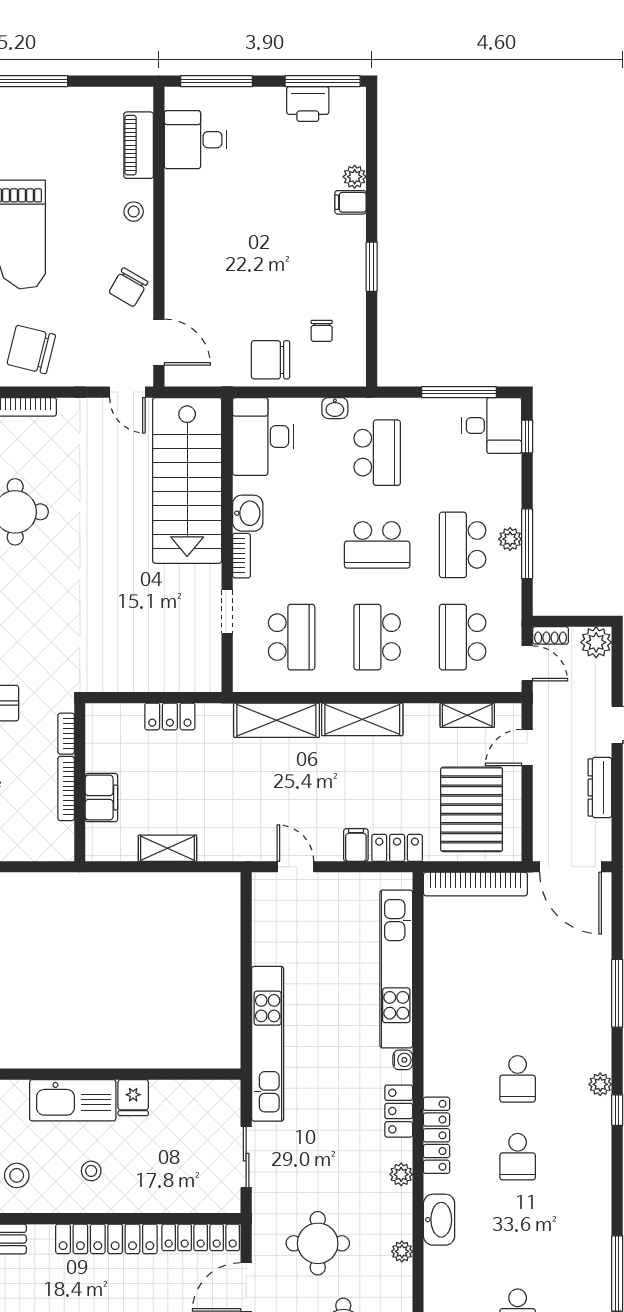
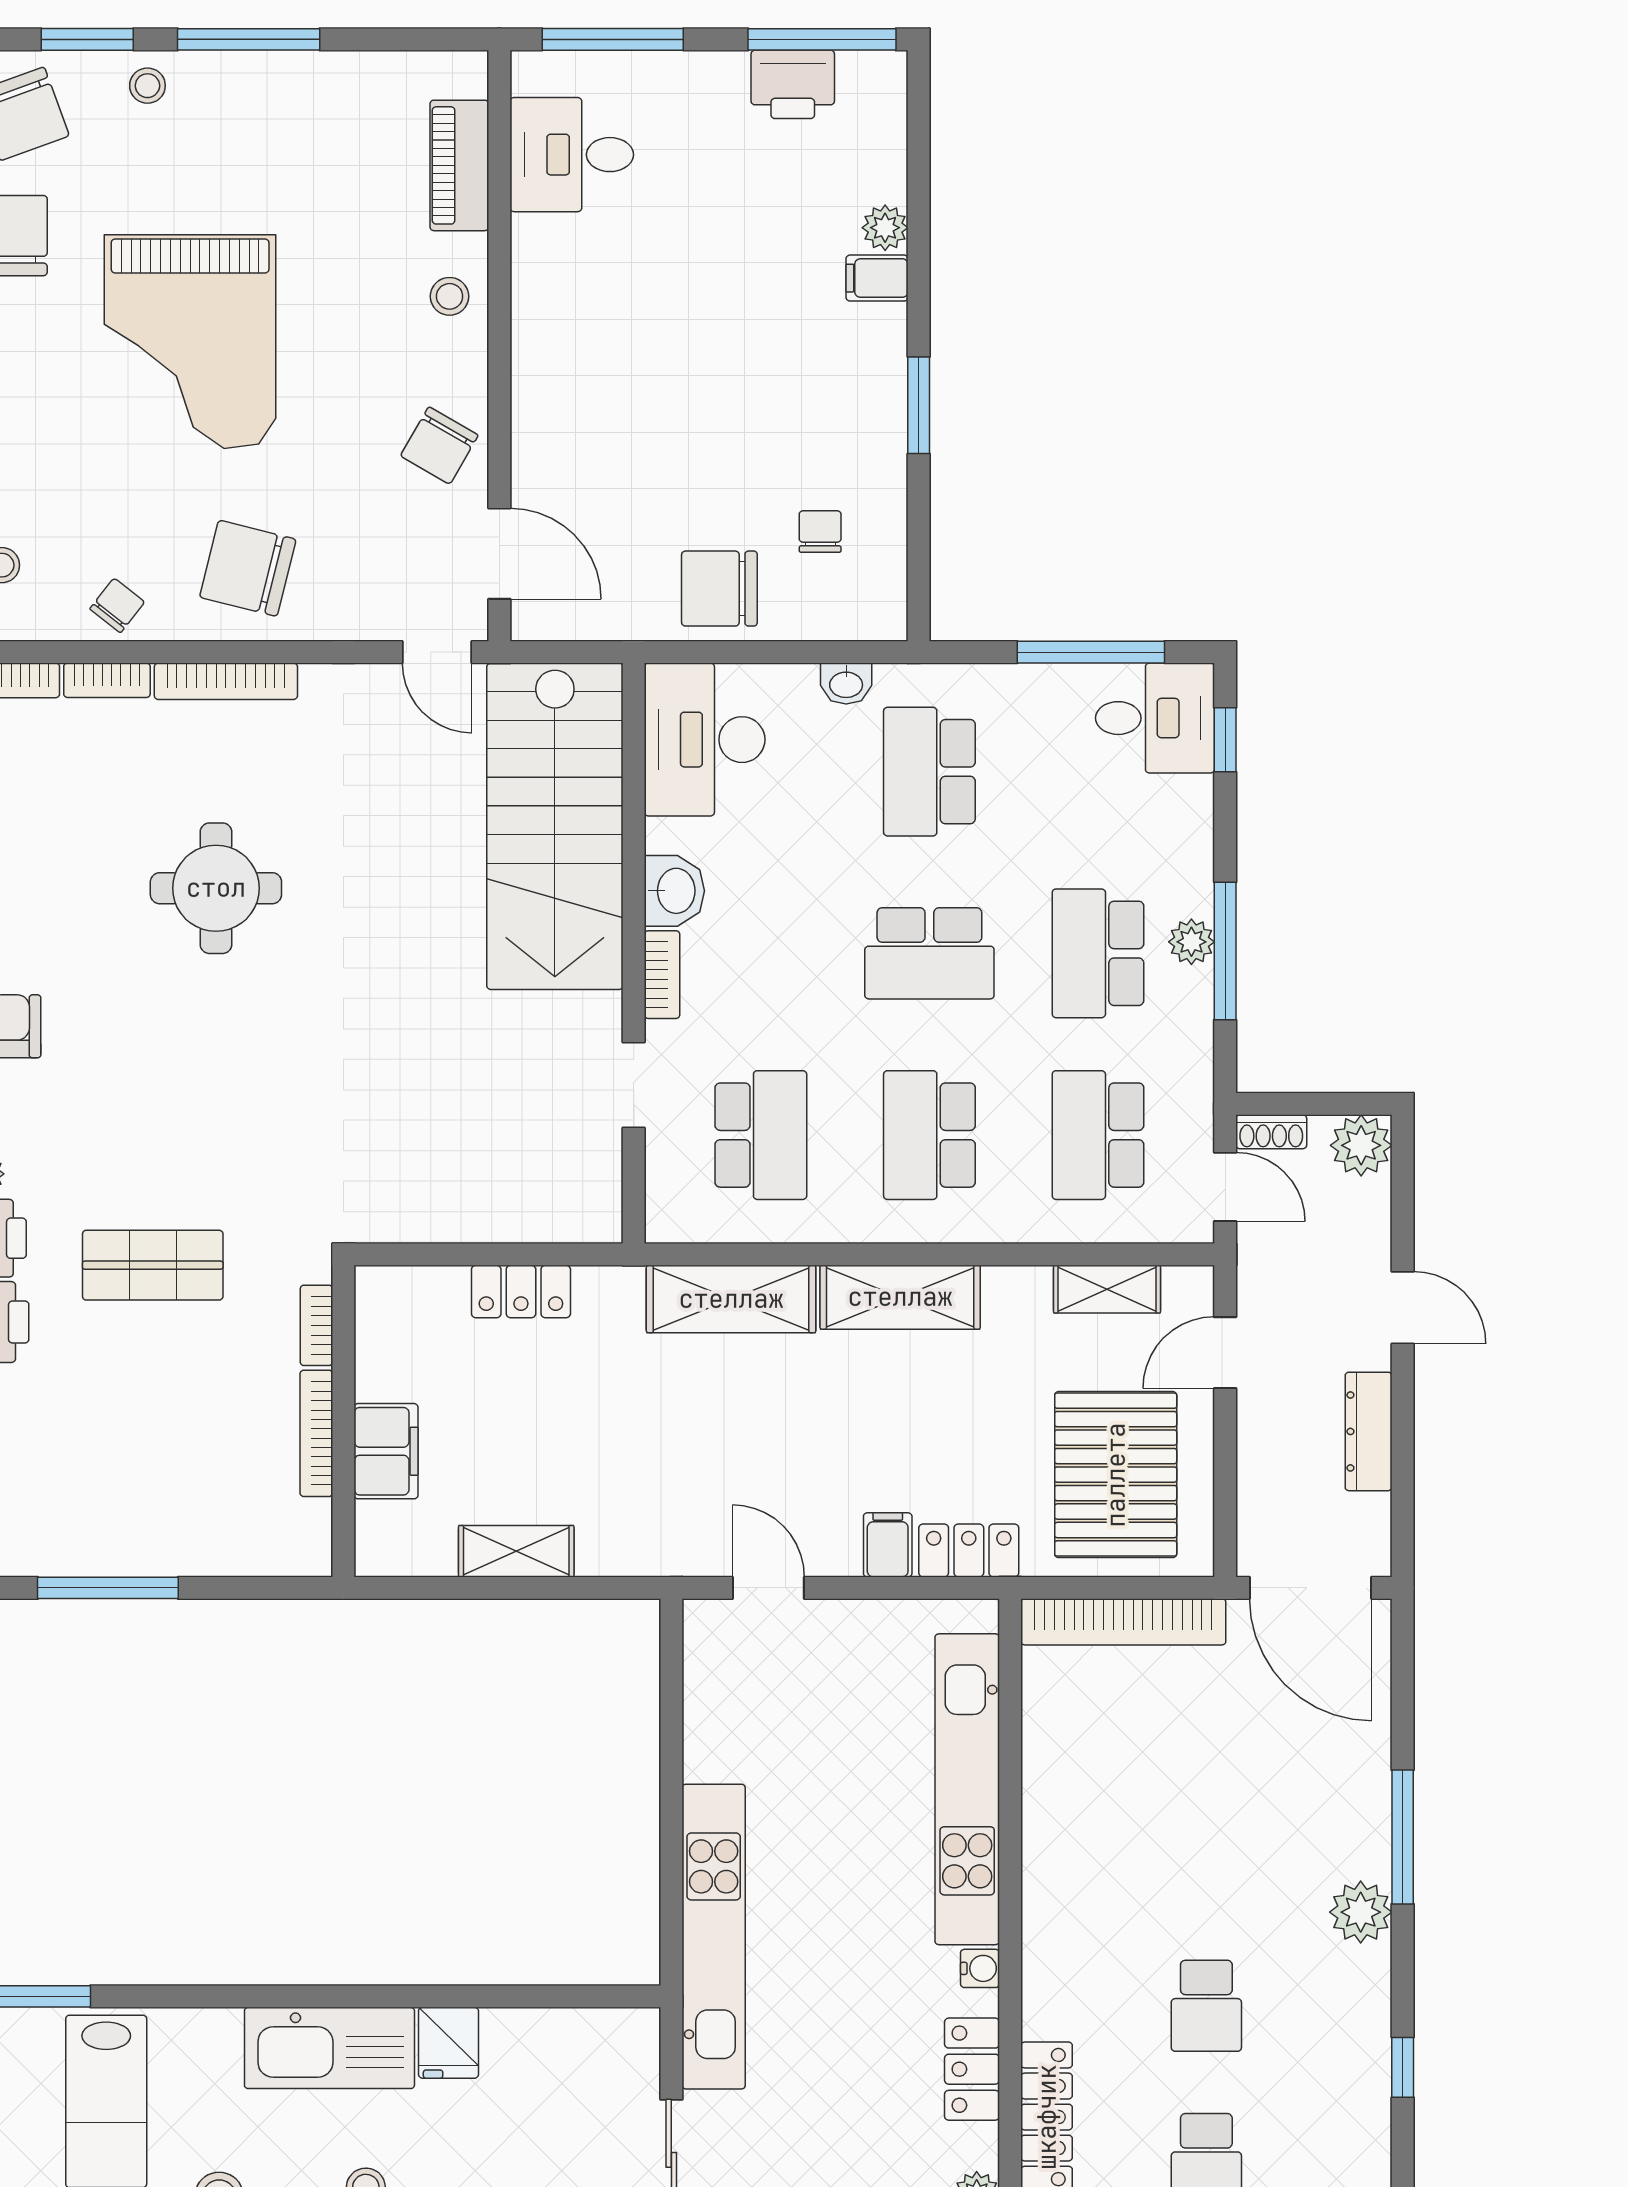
chair: (322, 331) -> (820, 532), turned 180
school desk: (377, 453) -> (929, 772), turned 180
plant: (600, 1084) -> (1361, 1912), moved, width x1.38, depth x1.38

